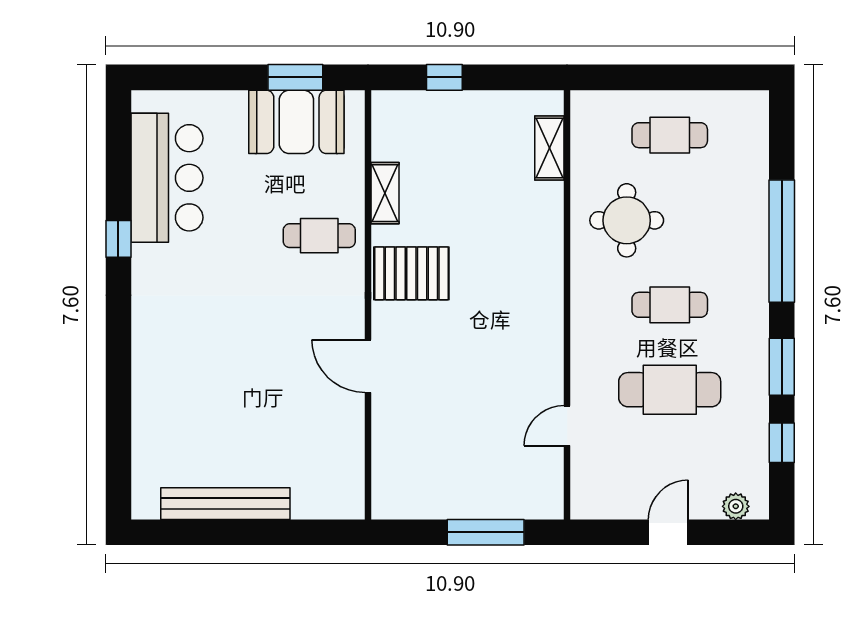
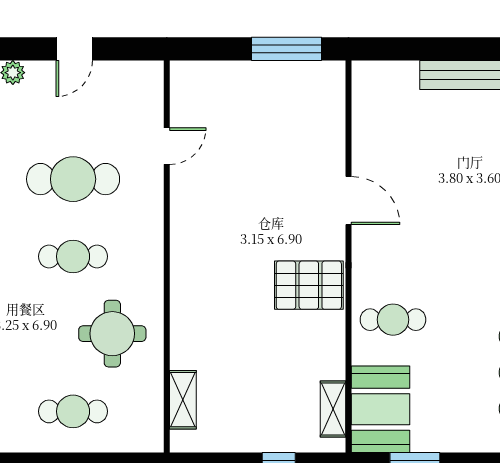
booth: (296, 122) -> (380, 409), moved, turned 90
shelving: (385, 193) -> (333, 409), moved
window: (486, 532) -> (287, 49), moved

